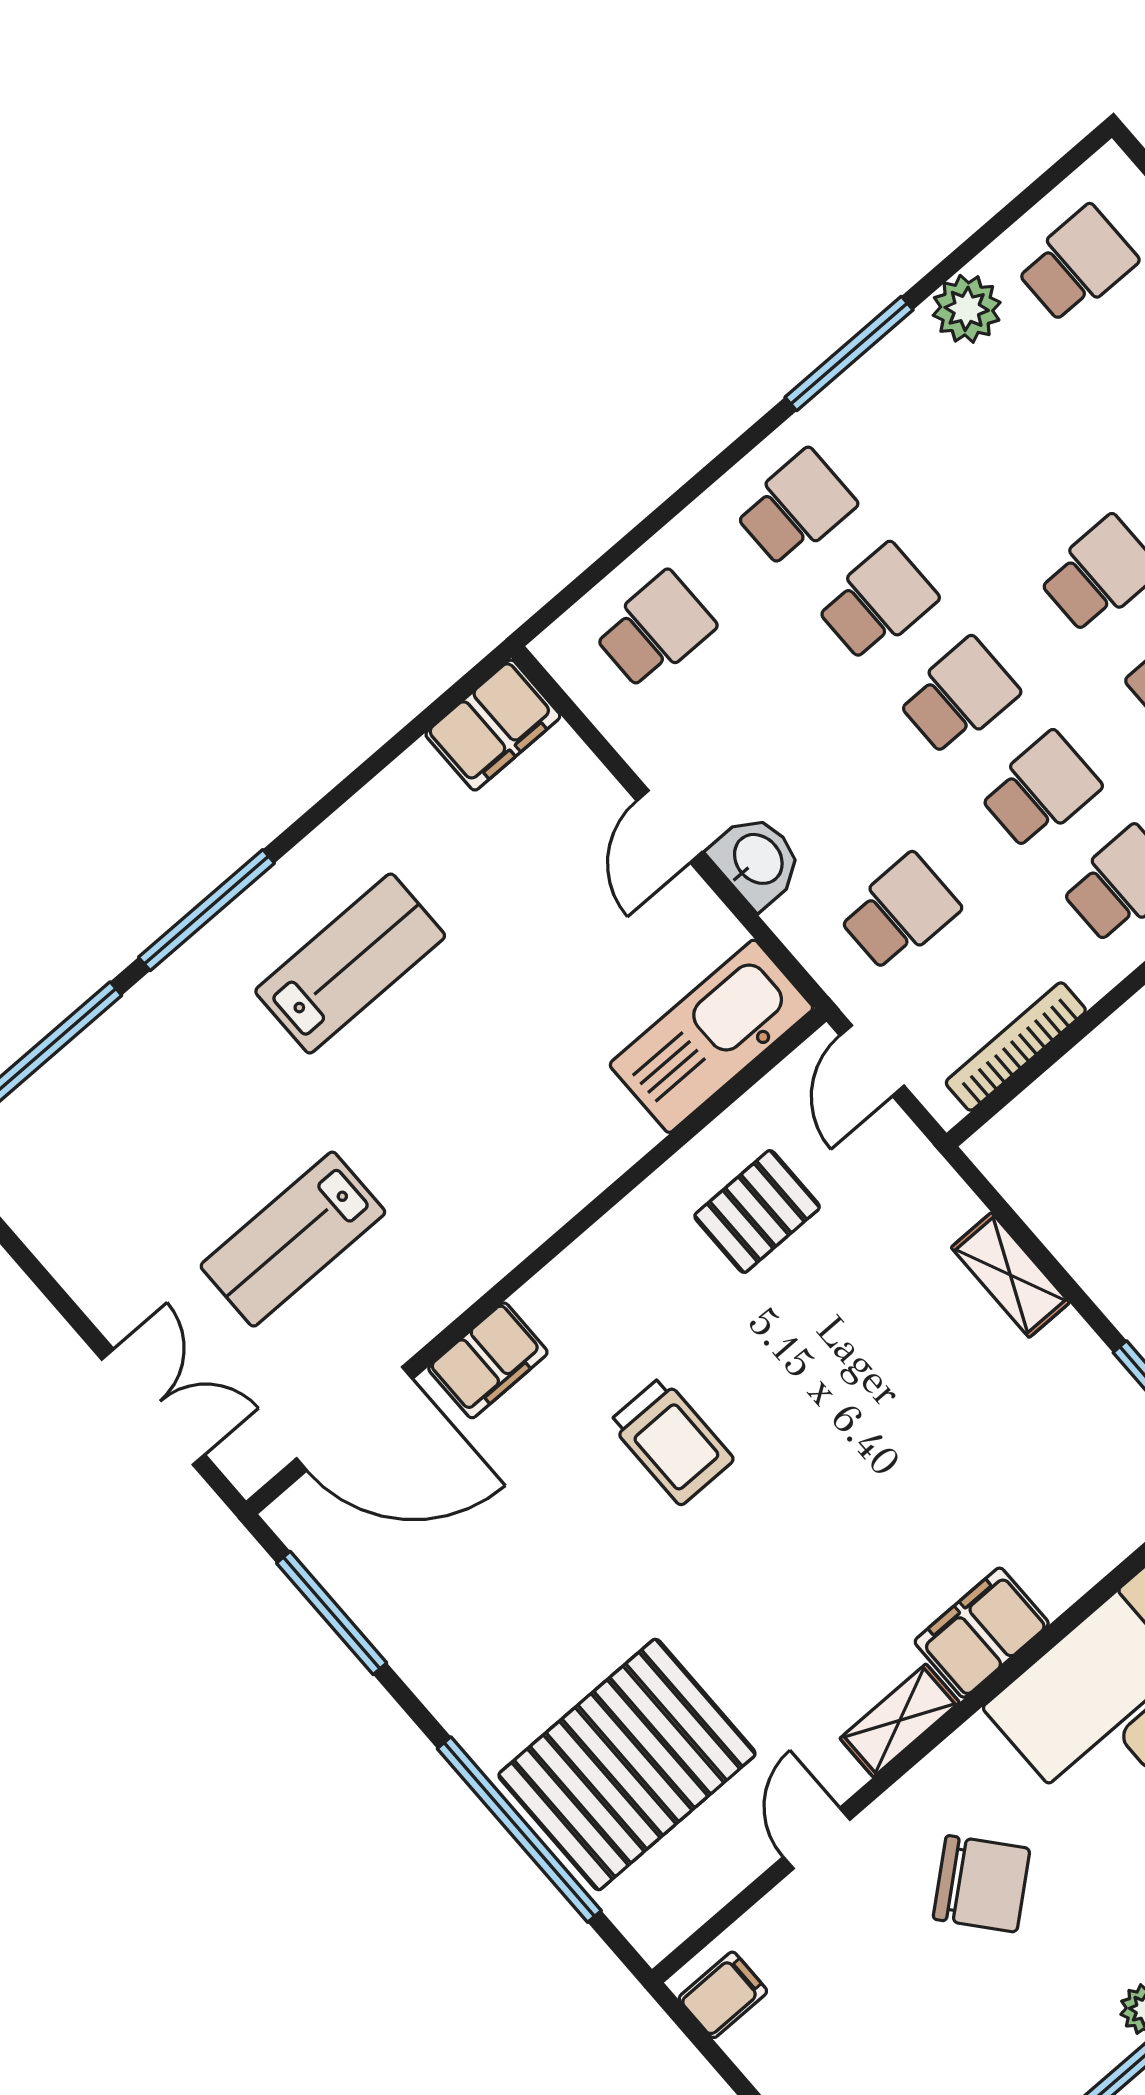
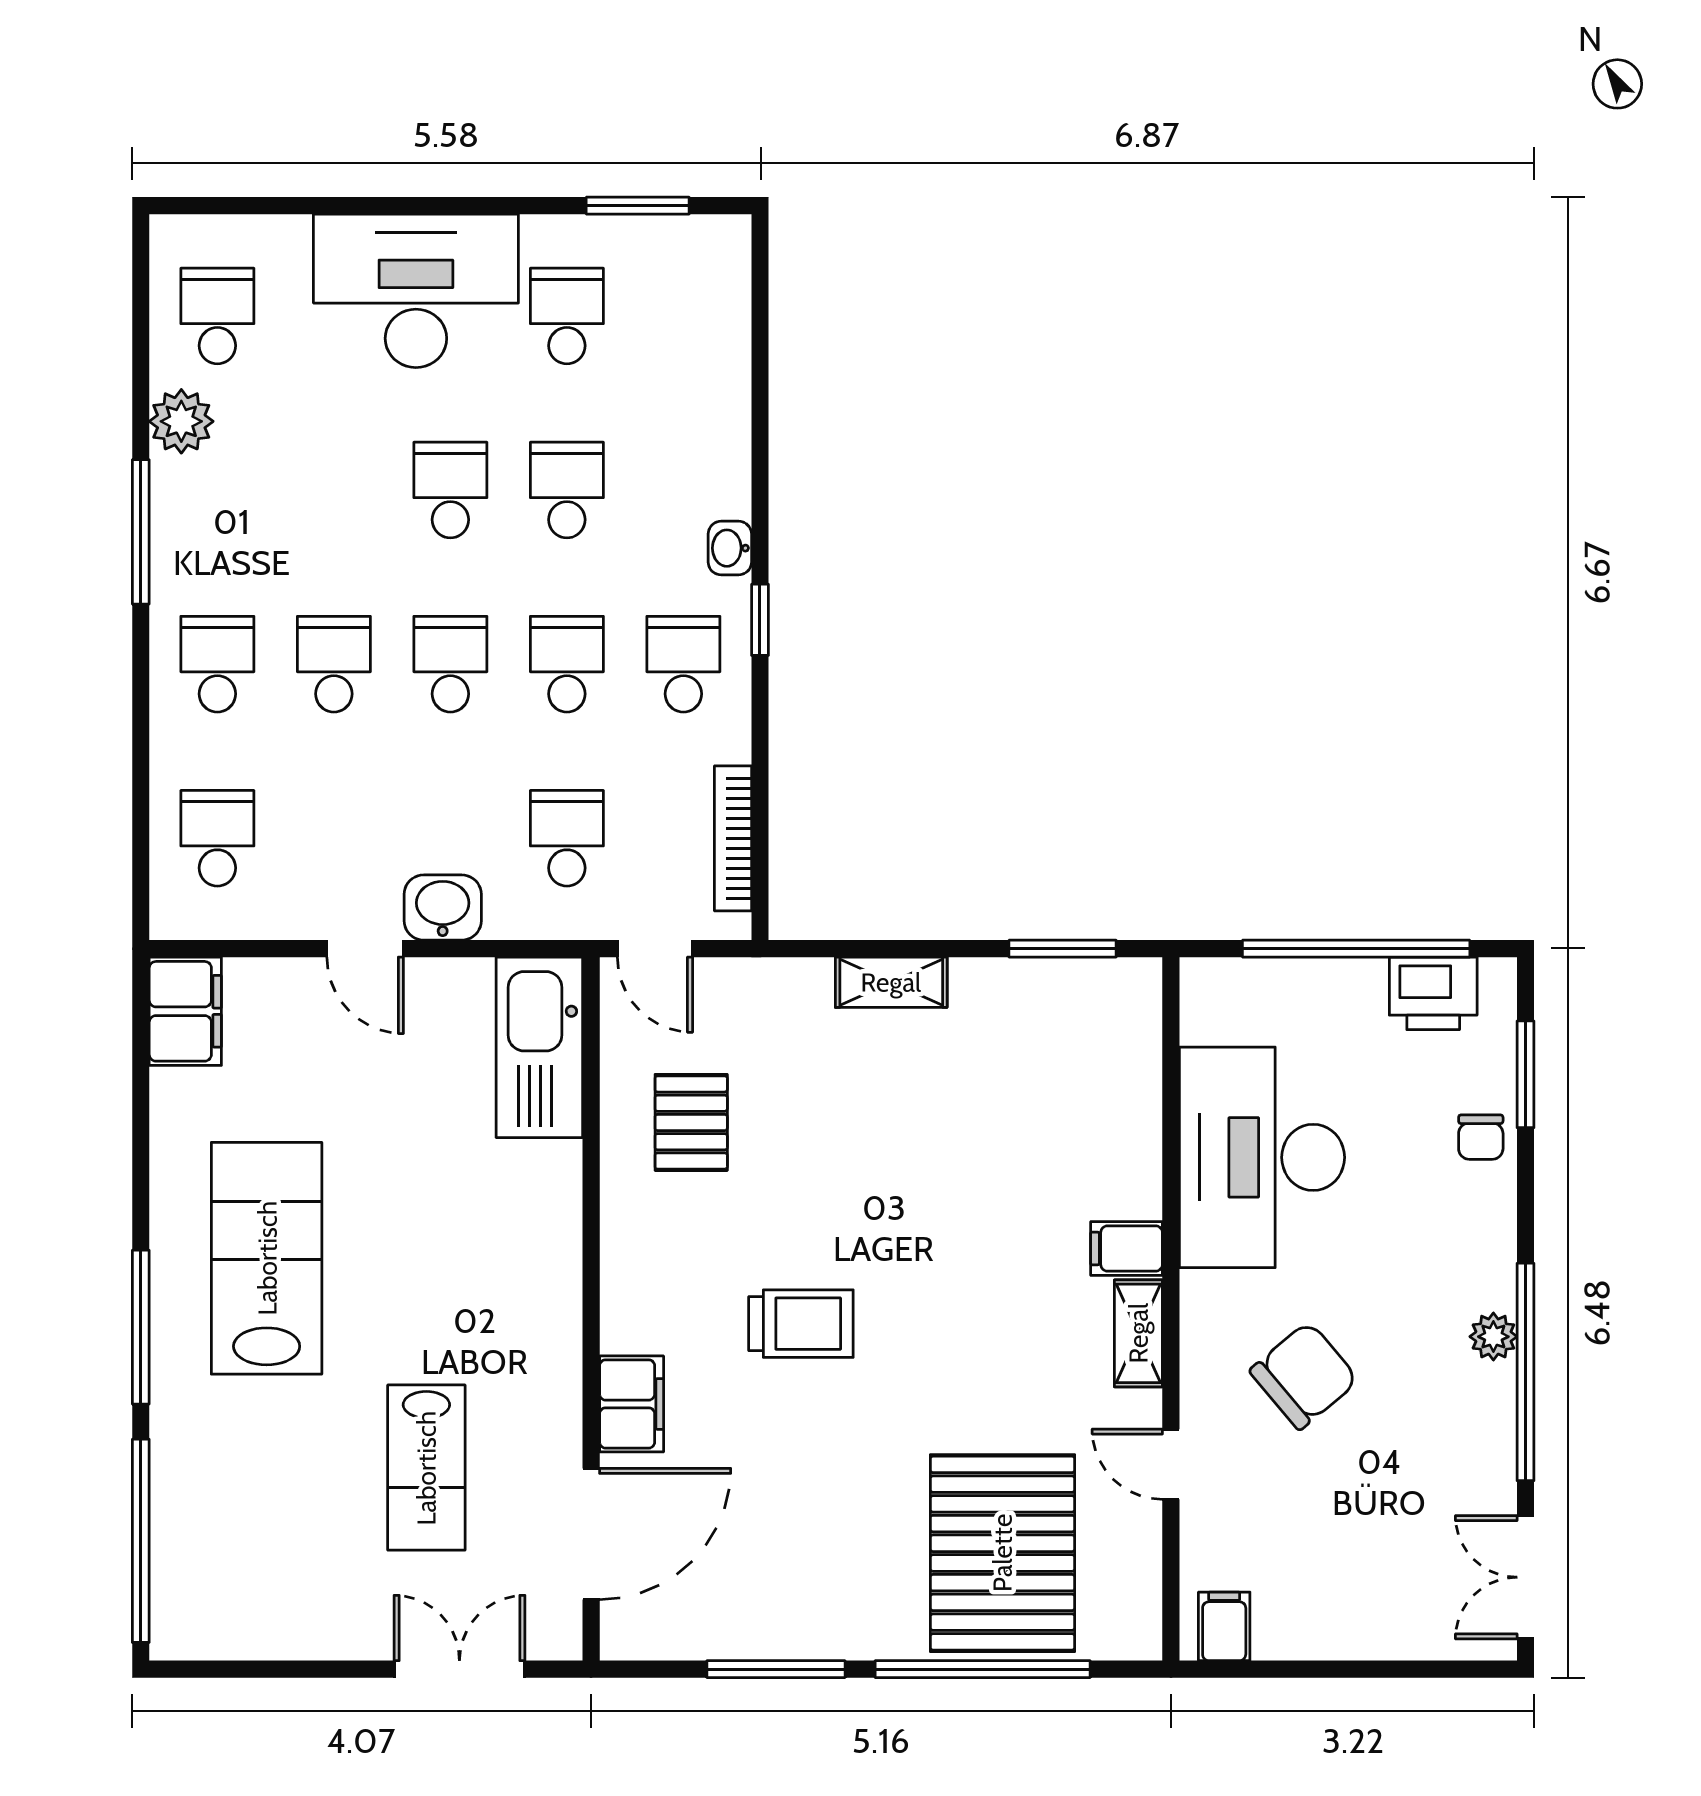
lab bench: (350, 964) -> (267, 1258), width x1.36, depth x1.39
window: (332, 1613) -> (776, 1669), moved
filing cabinet: (982, 1633) -> (1127, 1248), width x0.50

